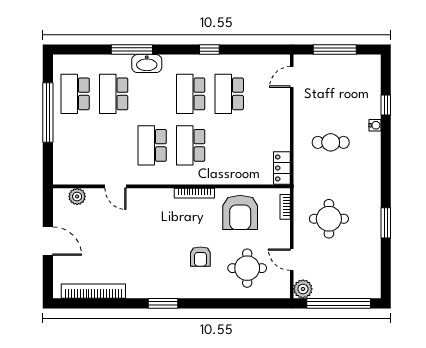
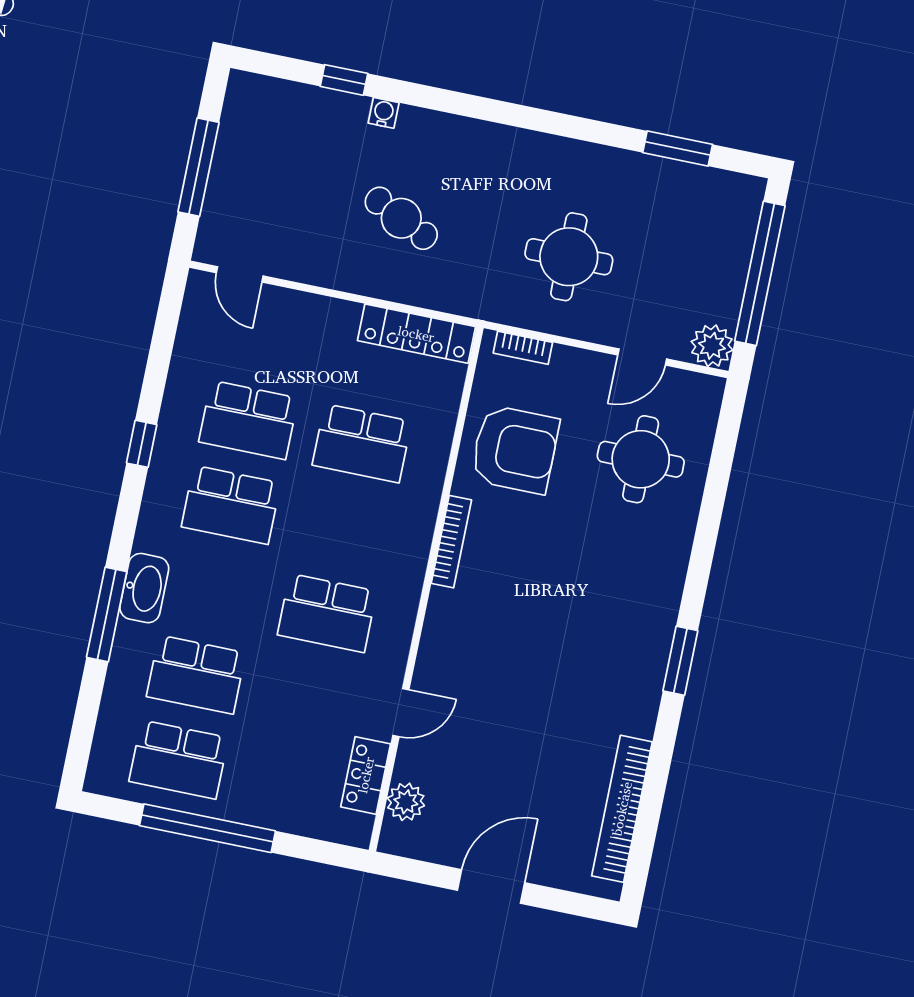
cafe table: (331, 142) -> (401, 218), turned -64
school desk: (191, 145) -> (362, 443), moved
locker: (282, 168) -> (416, 334), width x1.53
locker: (85, 177) -> (366, 775), added
window: (386, 223) -> (678, 148), moved
armchair: (200, 257) -> (594, 557), removed

